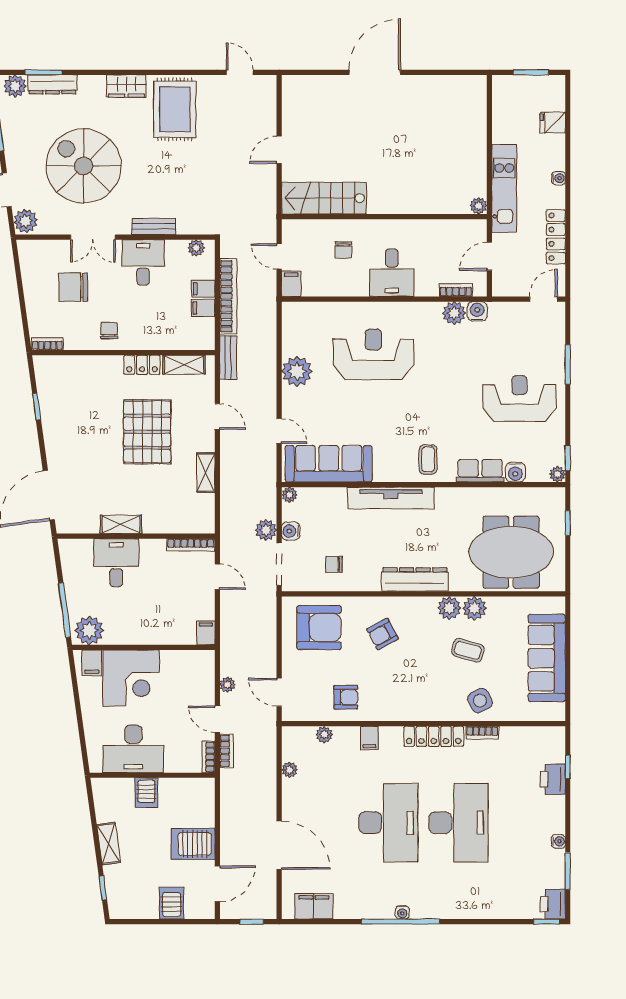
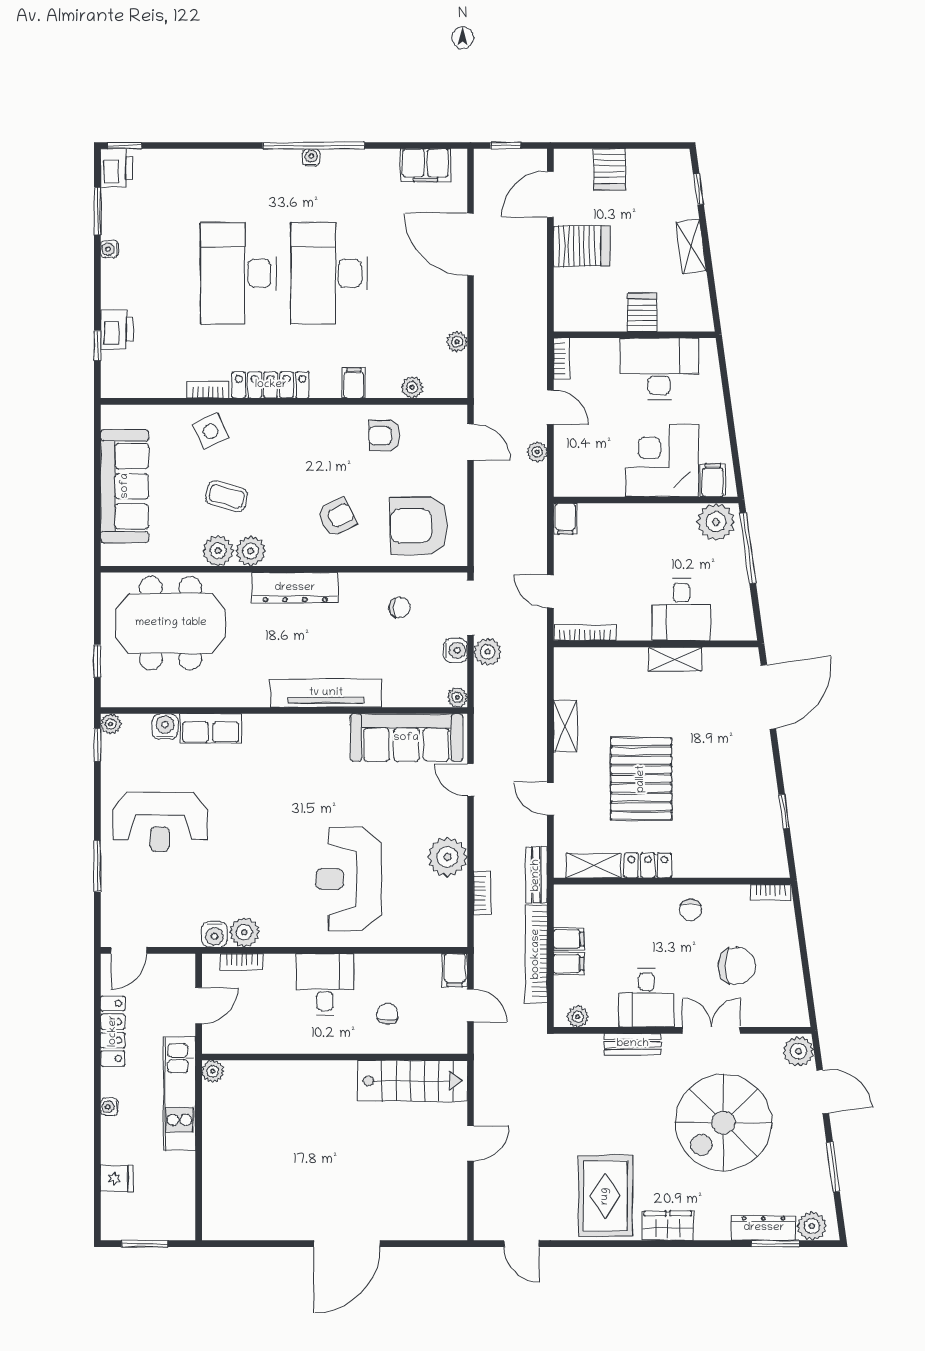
spiral stairs: (84, 166) -> (723, 1122), turned 90
reception desk: (373, 354) -> (349, 879), turned 90
coffee table: (428, 459) -> (278, 743), removed
bookcase: (227, 751) -> (482, 893), moved, turned 180

